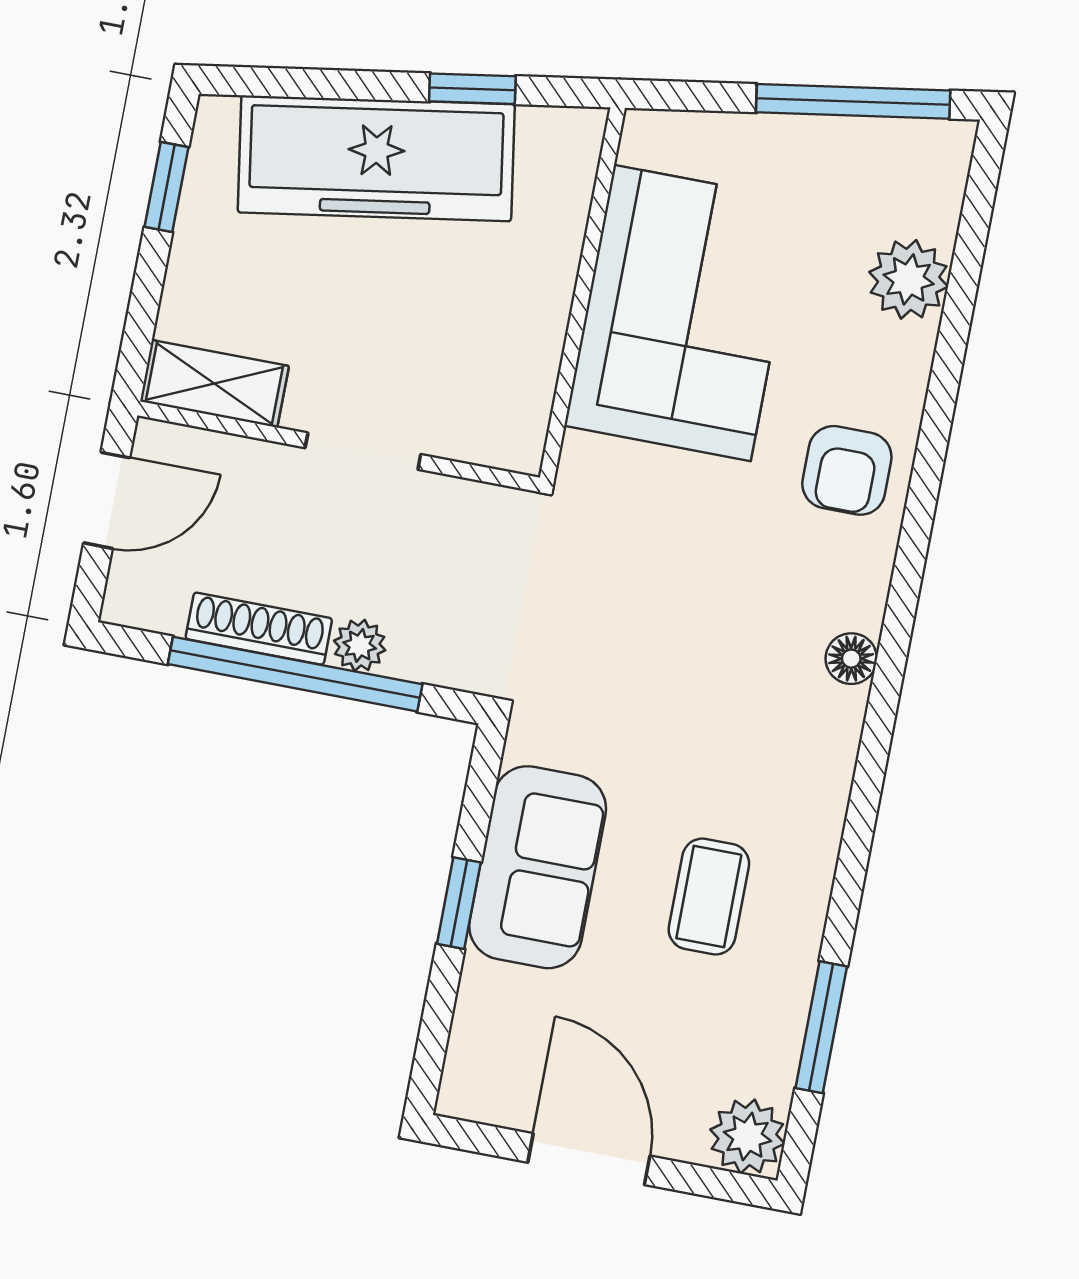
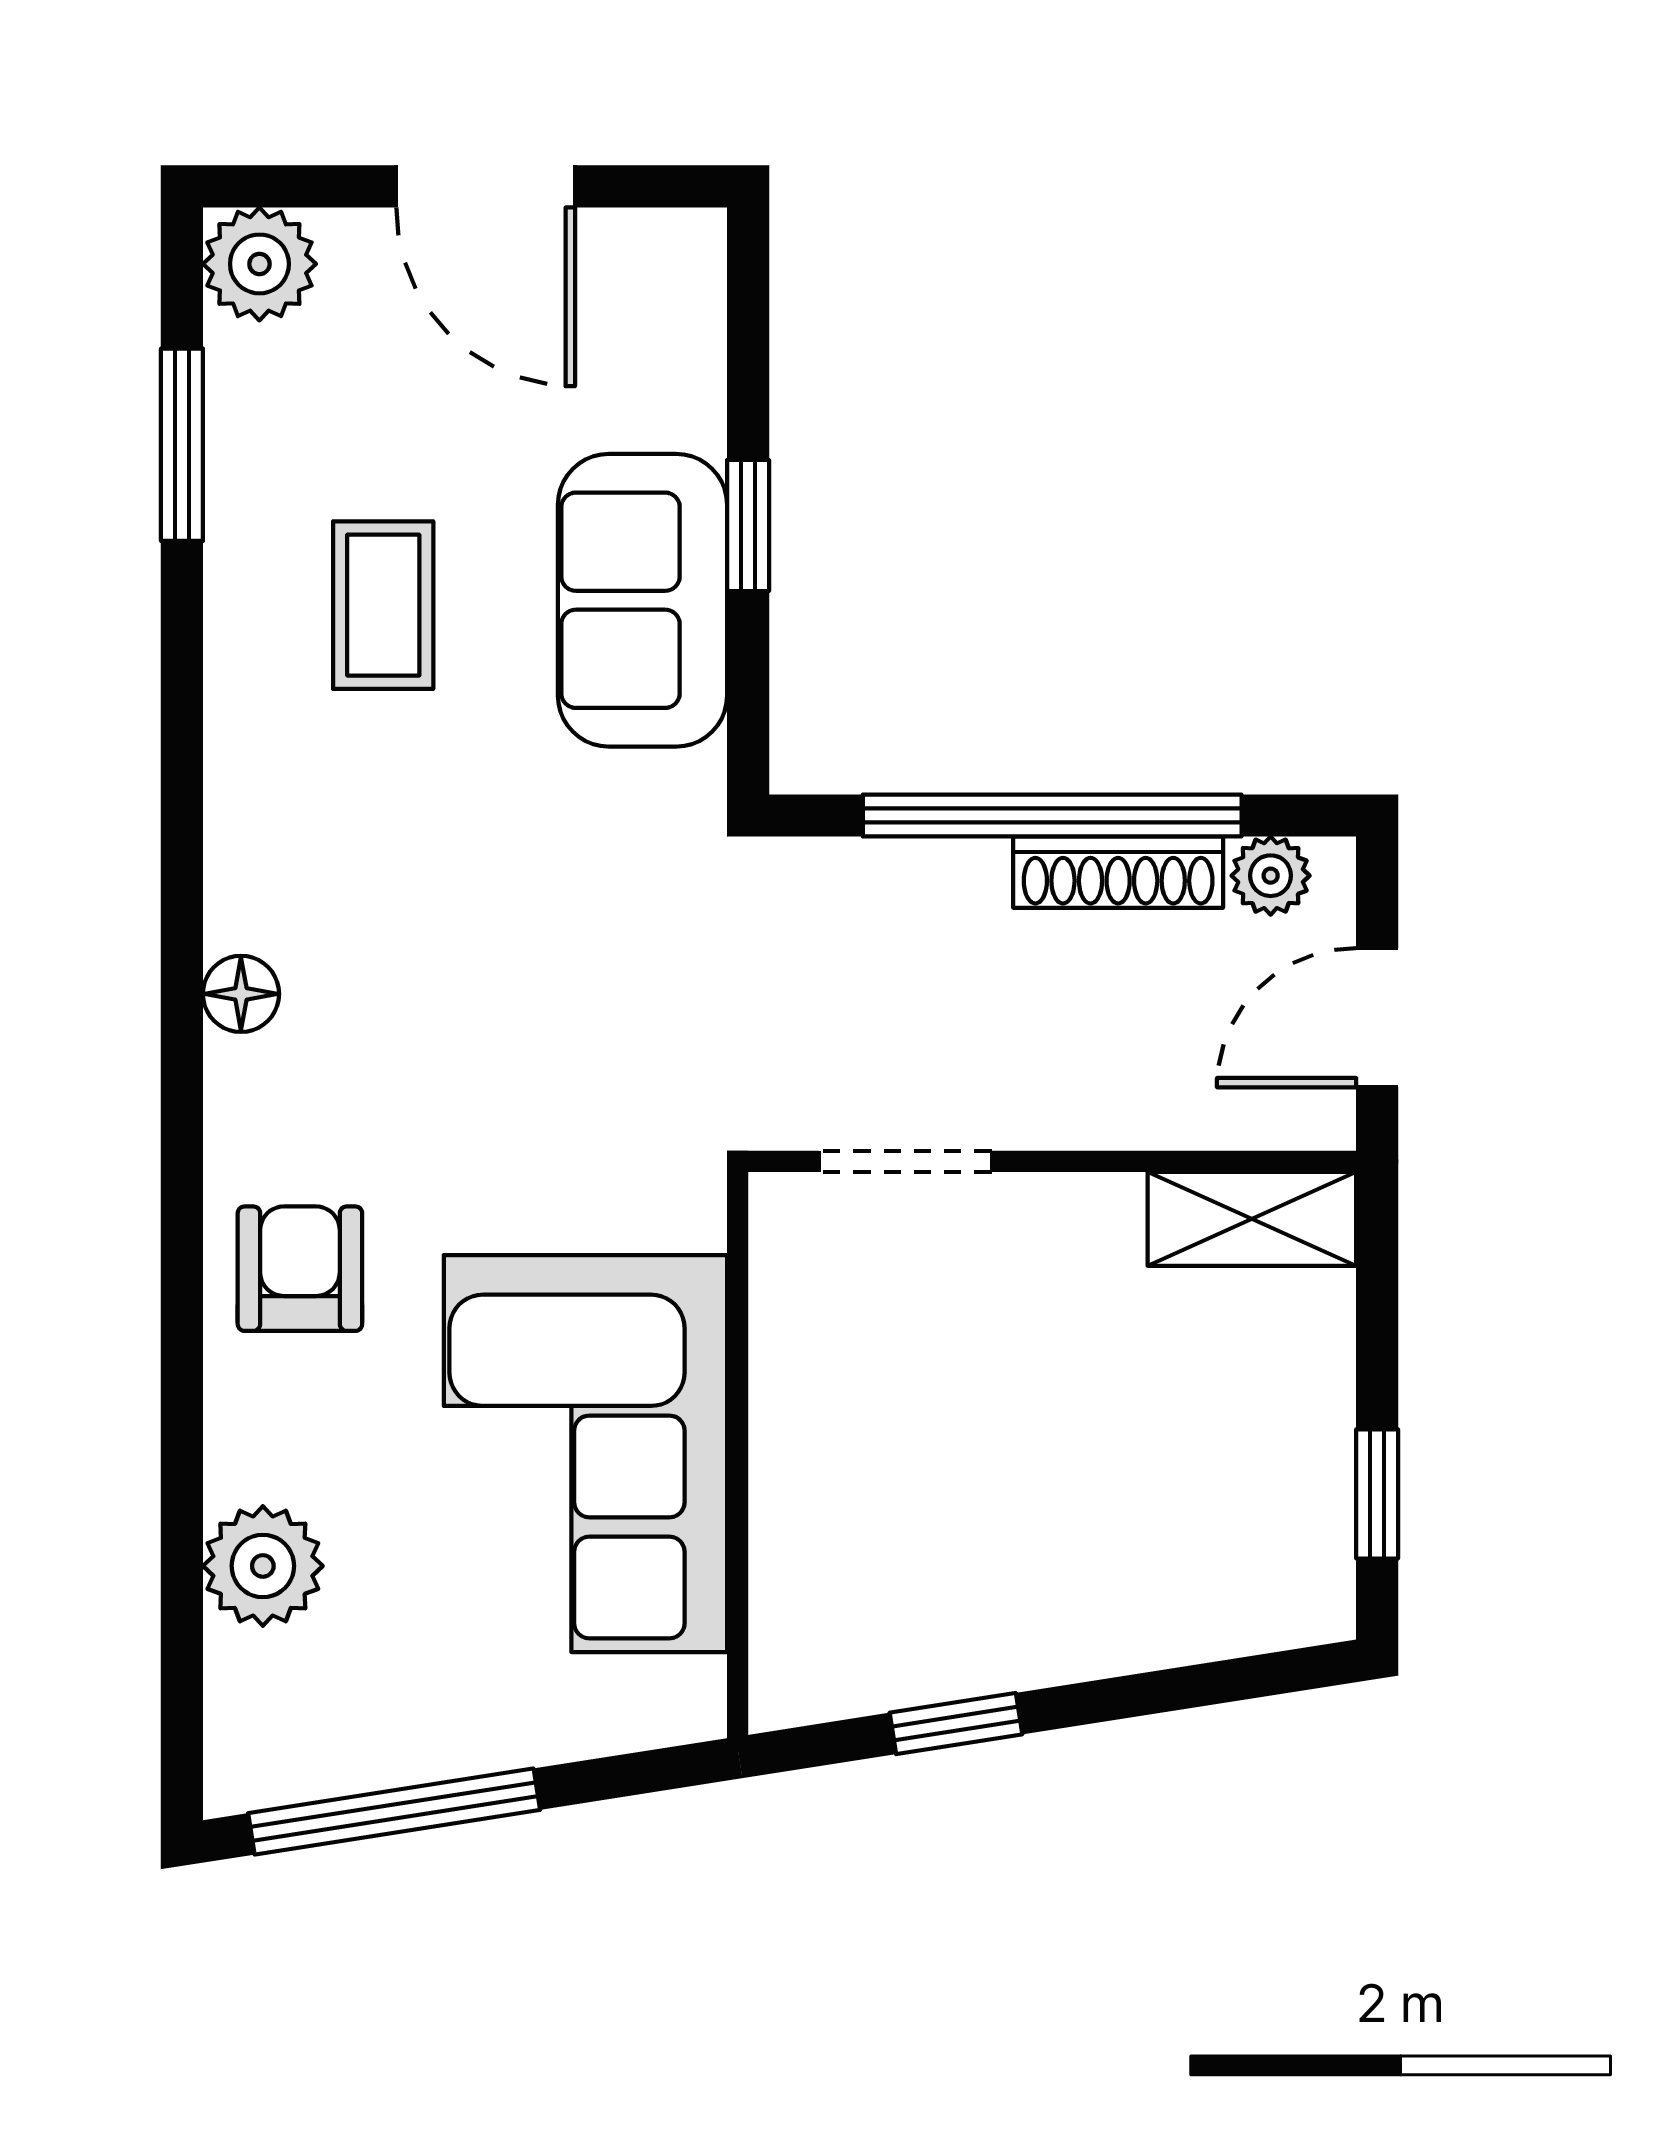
freezer: (376, 158) -> (1078, 1595), removed
doorway: (363, 451) -> (905, 1161), moved
plant: (360, 645) -> (1271, 876), moved

